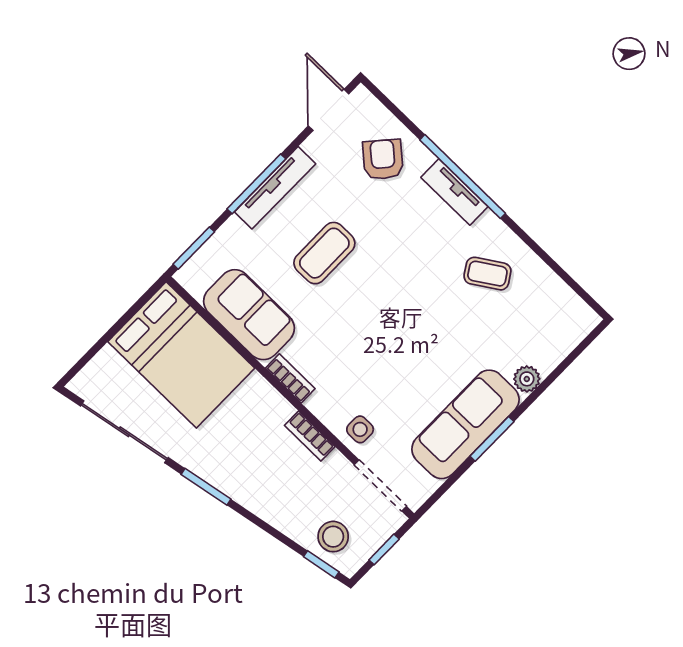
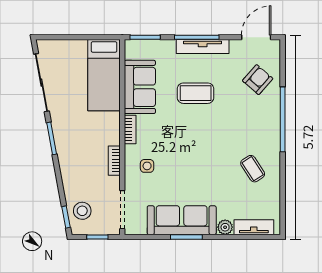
tv unit: (454, 192) -> (254, 227), moved, turned 90
bed: (181, 355) -> (104, 75), width x0.67
side table: (360, 429) -> (147, 166), moved

